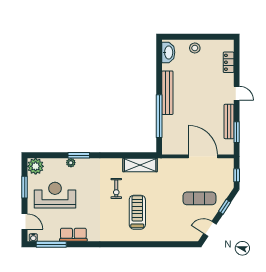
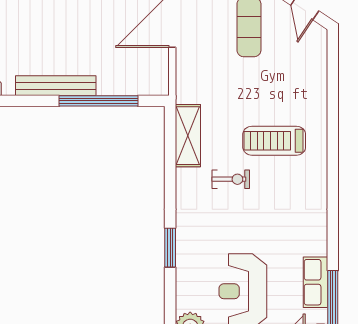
plant: (71, 163) -> (184, 262), removed
row of seats: (73, 235) -> (315, 282), moved

